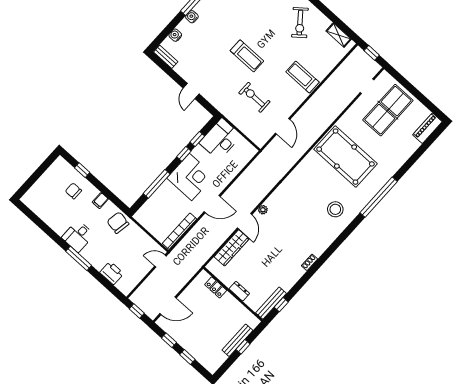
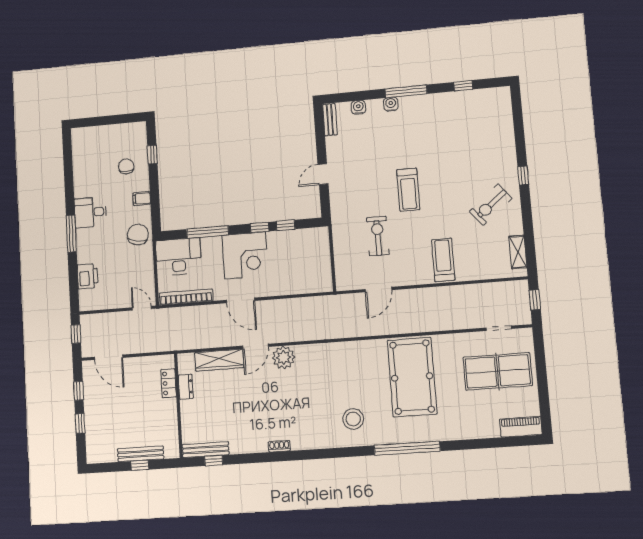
desk: (220, 139) -> (179, 257), moved
plant: (263, 210) -> (284, 357), width x1.88, depth x1.88
dresser: (239, 291) -> (186, 387), moved

